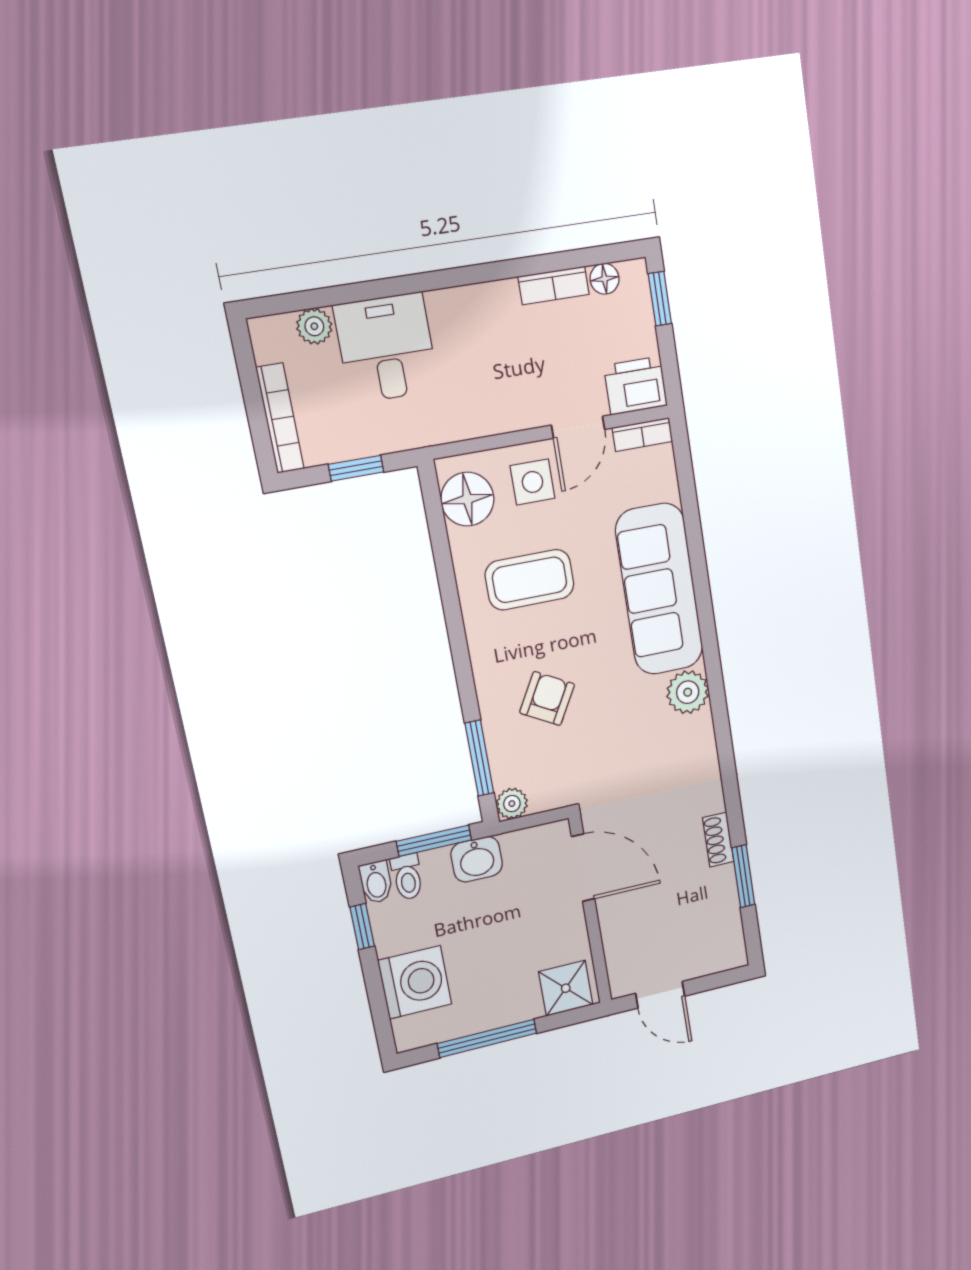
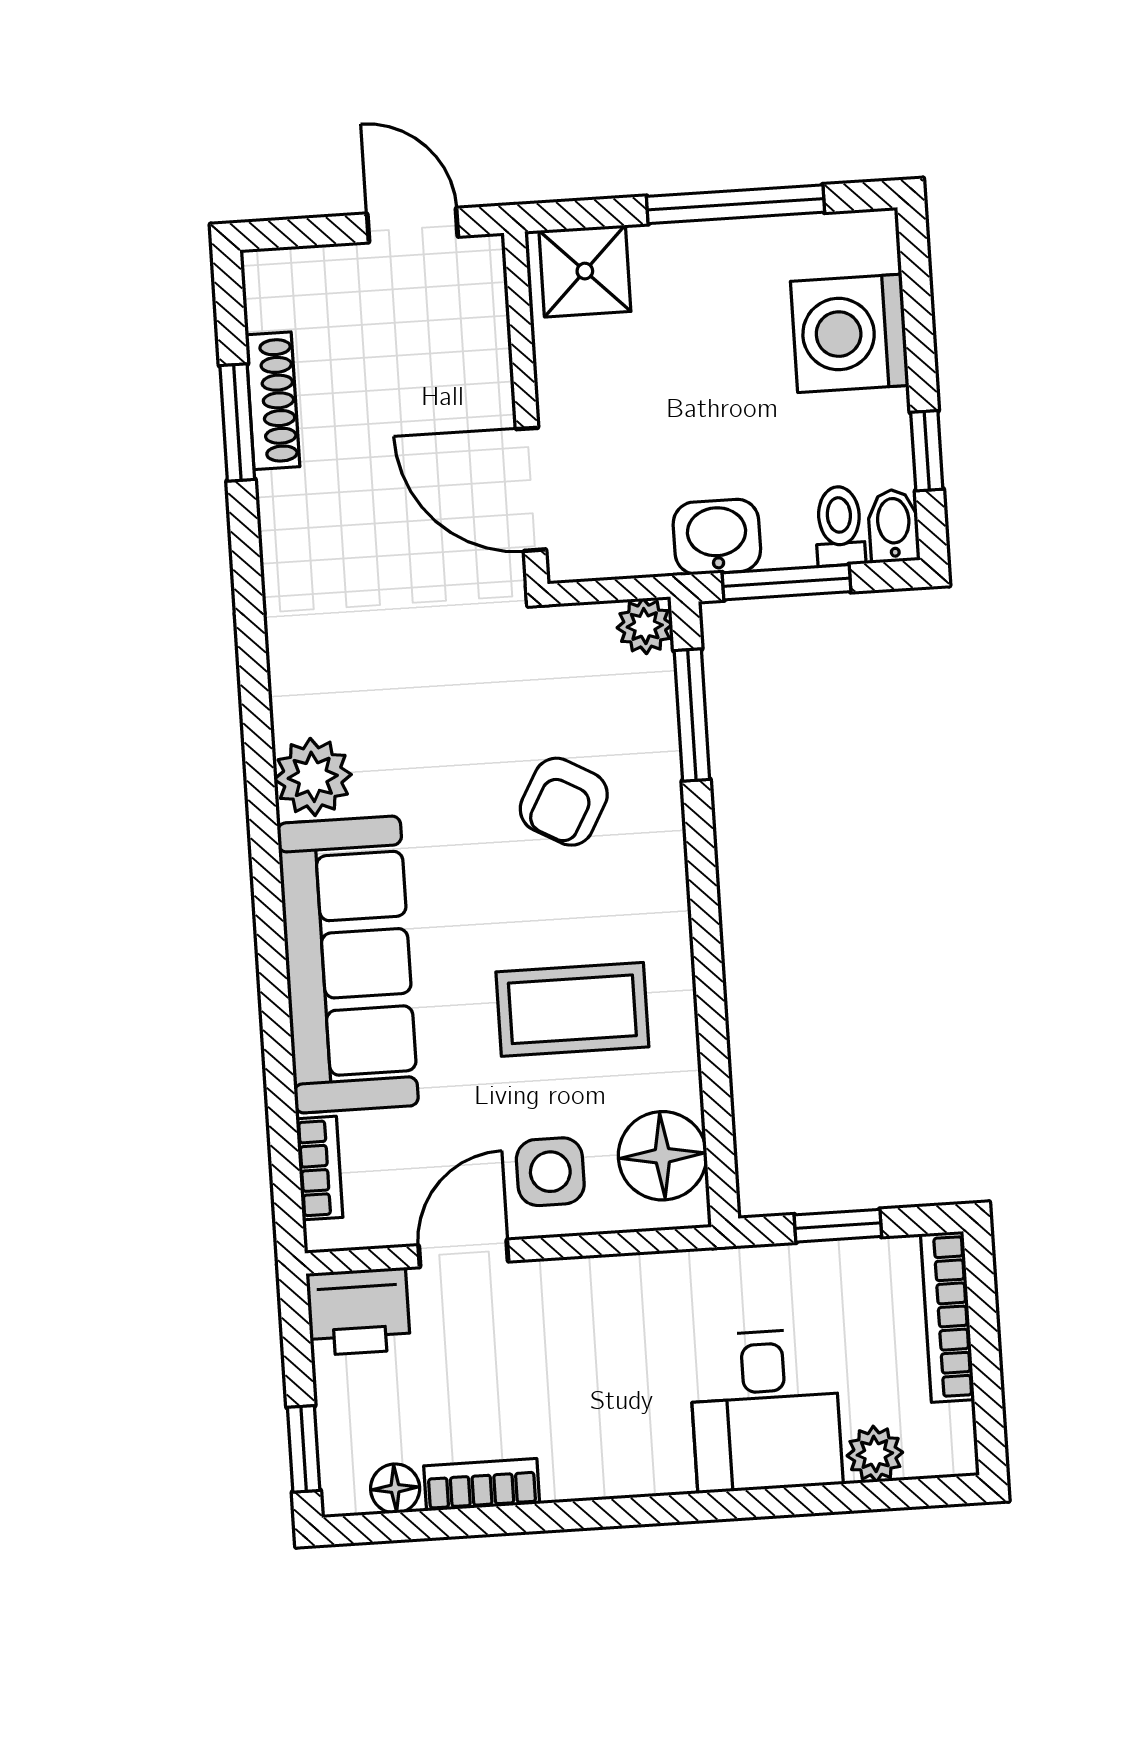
bookcase: (642, 435) -> (319, 1168), moved, turned 90
shoe rack: (718, 840) -> (273, 401), moved, width x1.43

